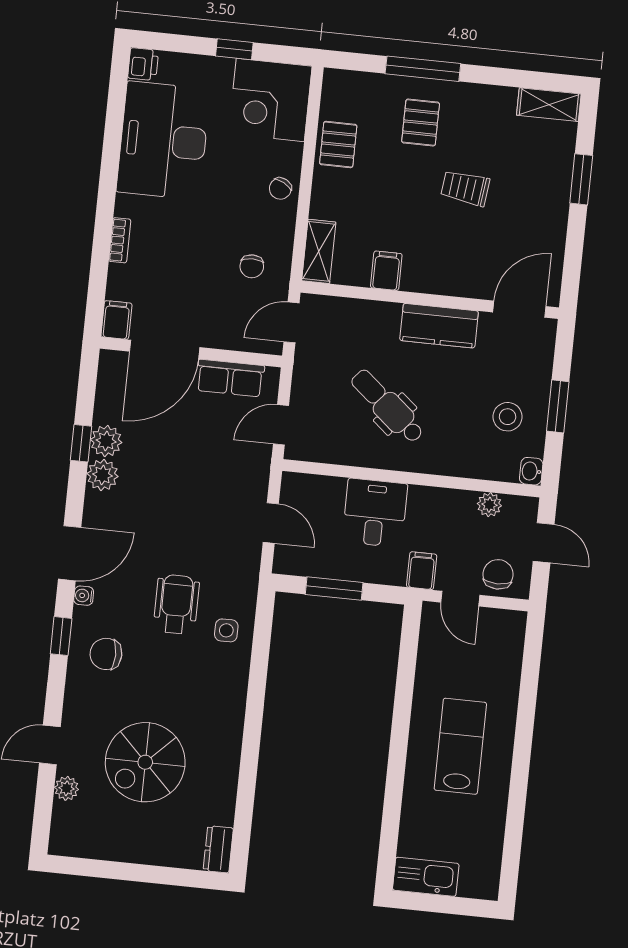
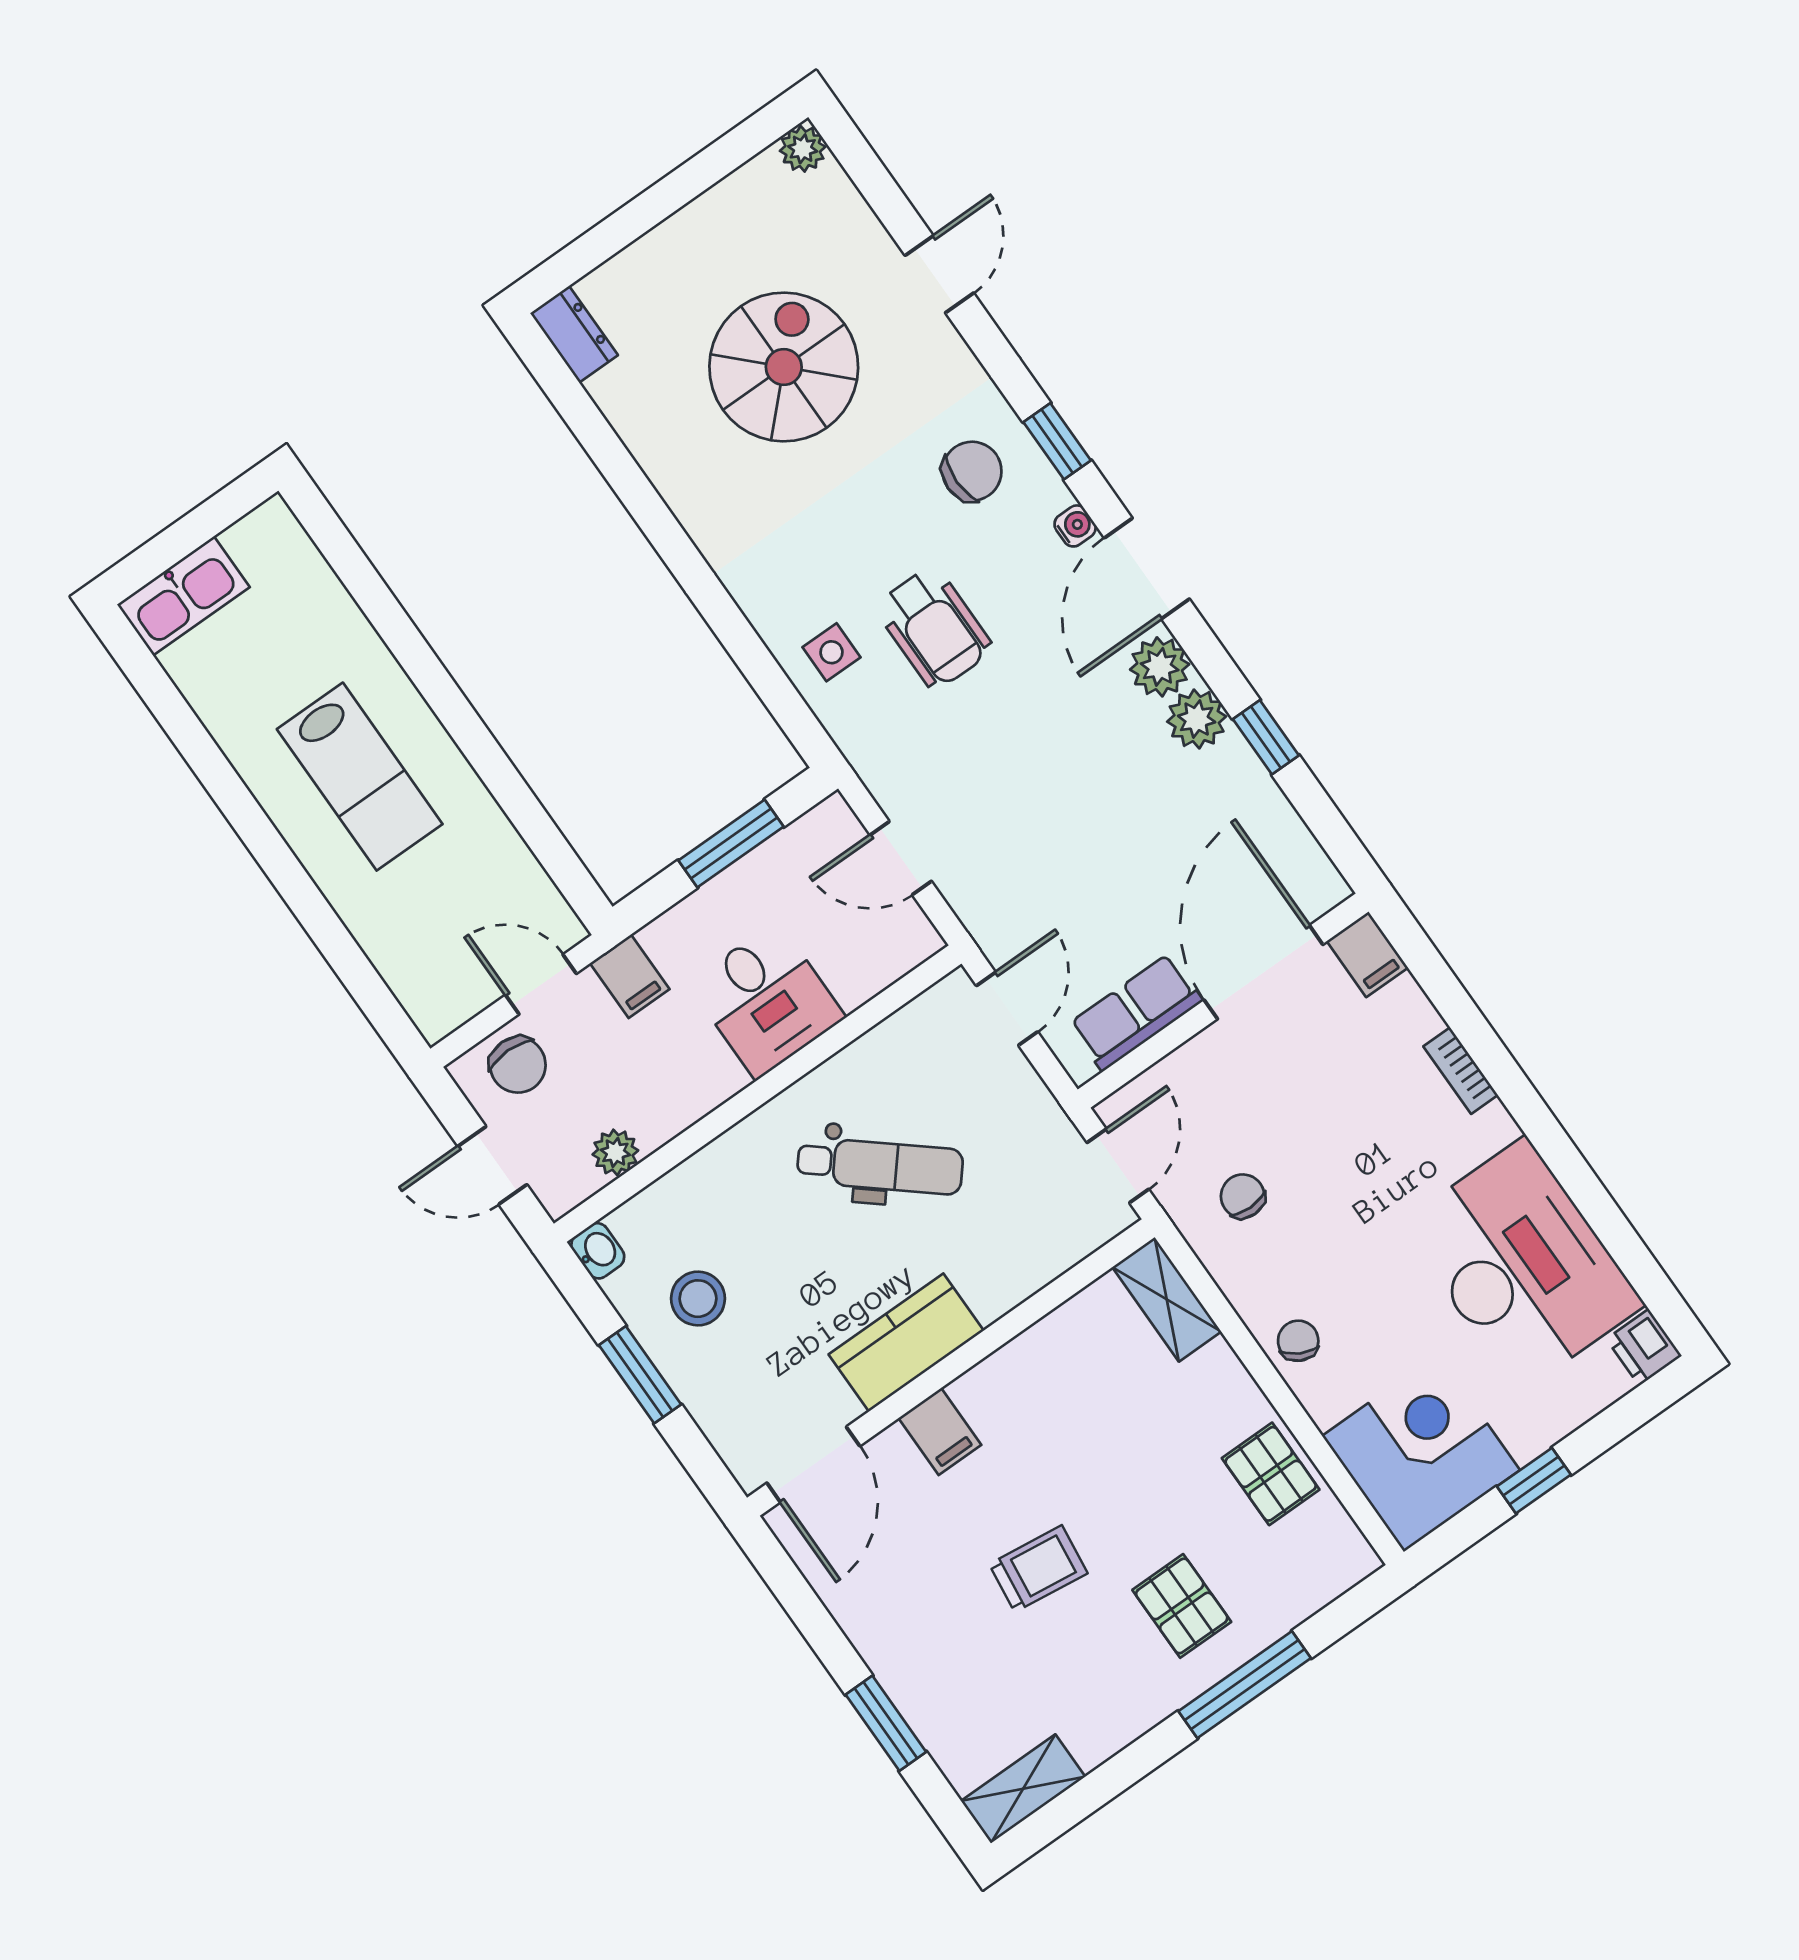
filing cabinet: (386, 271) -> (940, 1431), moved
plant: (106, 441) -> (1160, 667), moved
plant: (67, 788) -> (803, 149), moved
kitchen sink: (426, 877) -> (183, 596), moved

